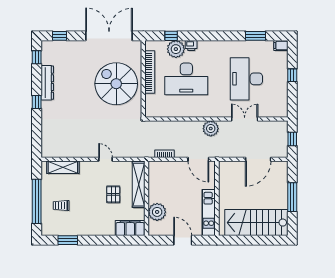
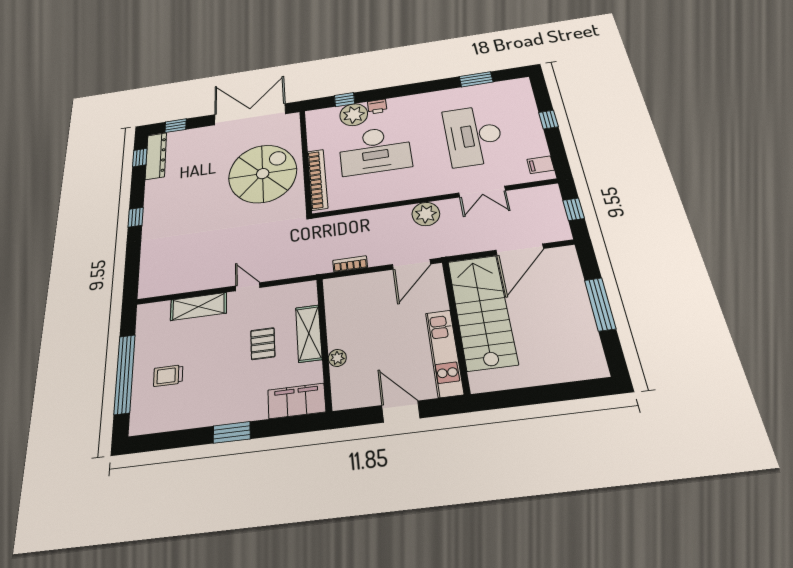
filing cabinet: (281, 46) -> (541, 165), moved
bookcase: (150, 72) -> (318, 179), moved
dresser: (47, 83) -> (156, 156), moved
spiral stairs: (116, 84) -> (263, 174), turned 90
double door: (245, 119) -> (482, 192), swing flipped
door: (198, 159) -> (411, 264), hinge flipped
shelving: (63, 167) -> (199, 307), moved
shelving: (139, 185) -> (309, 333), width x0.68
plant: (157, 212) -> (337, 358), width x0.53, depth x0.53
stairs: (256, 223) -> (482, 312), moved, turned 90
window: (68, 240) -> (232, 432), moved

